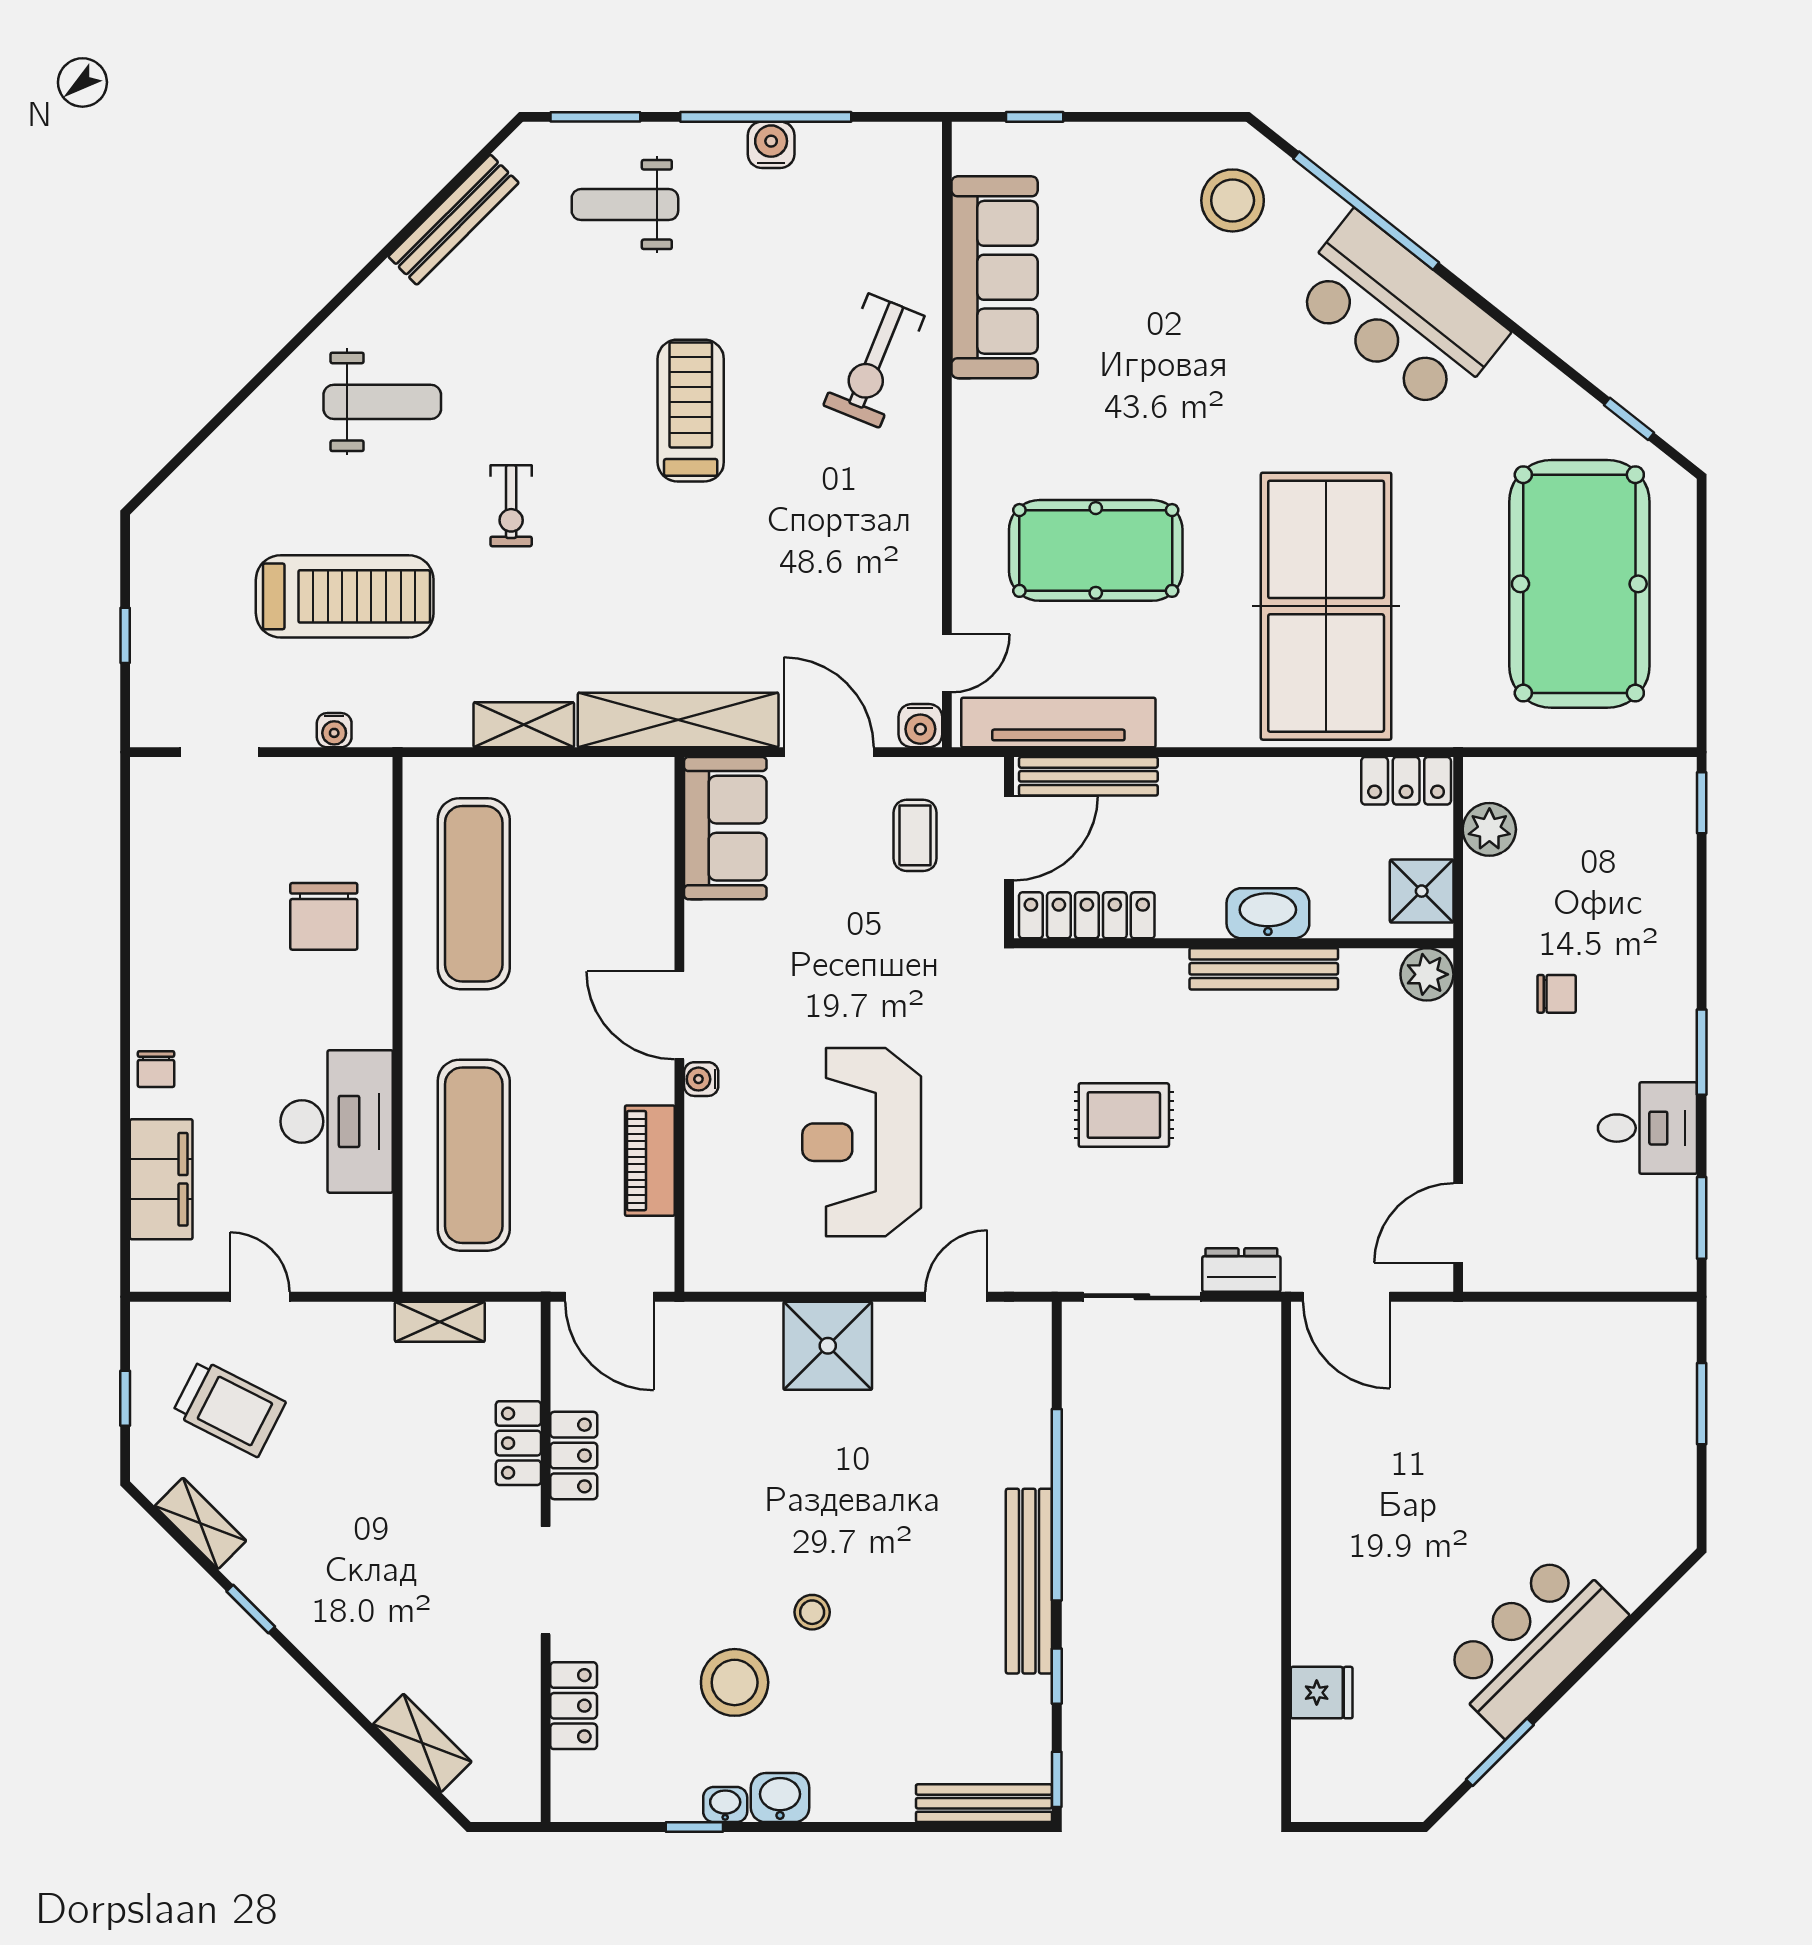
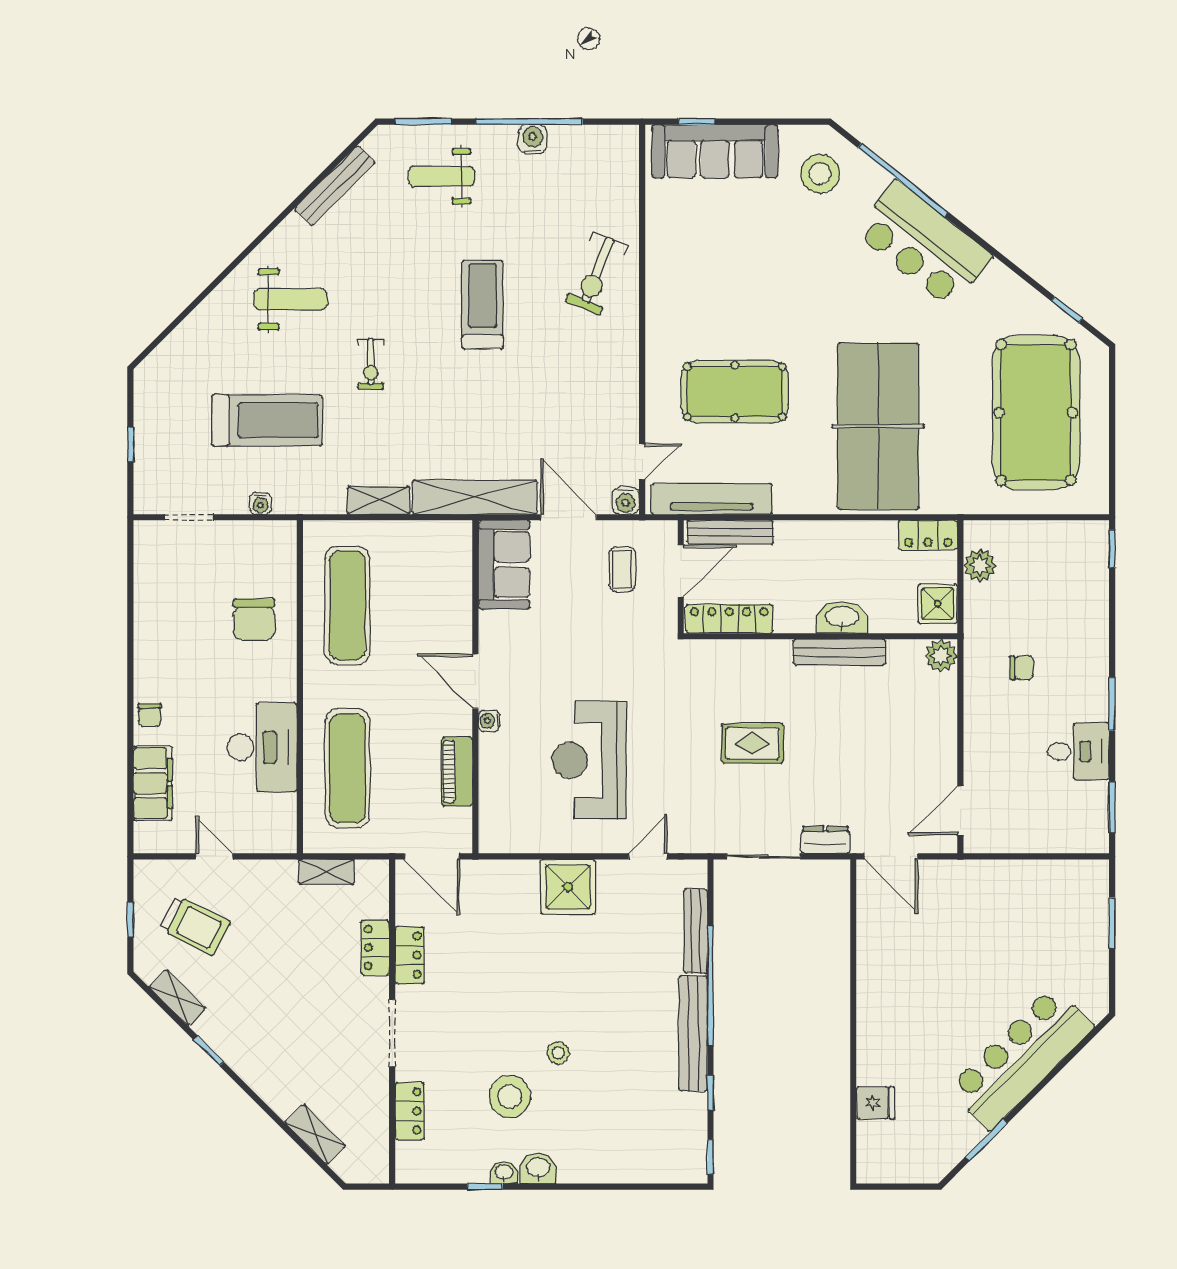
sofa: (995, 277) -> (715, 151), moved, turned 90
bar counter: (1533, 1643) -> (1021, 1058), width x1.36
bench: (984, 1803) -> (696, 931), moved, turned 90

